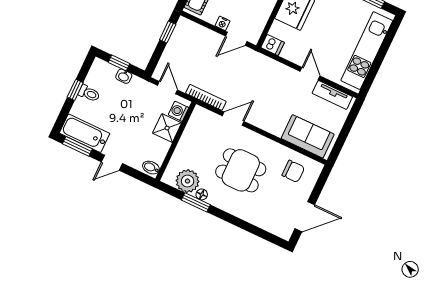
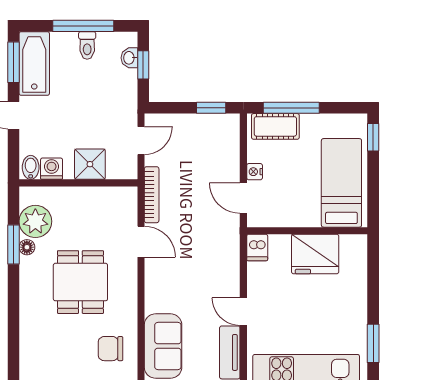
door: (310, 74) -> (243, 312), swing flipped
washbasin: (124, 76) -> (129, 58), moved
window: (75, 90) -> (83, 26), width x2.17
washing machine: (179, 111) -> (52, 169), moved
chair: (293, 171) -> (111, 349), turned 90

